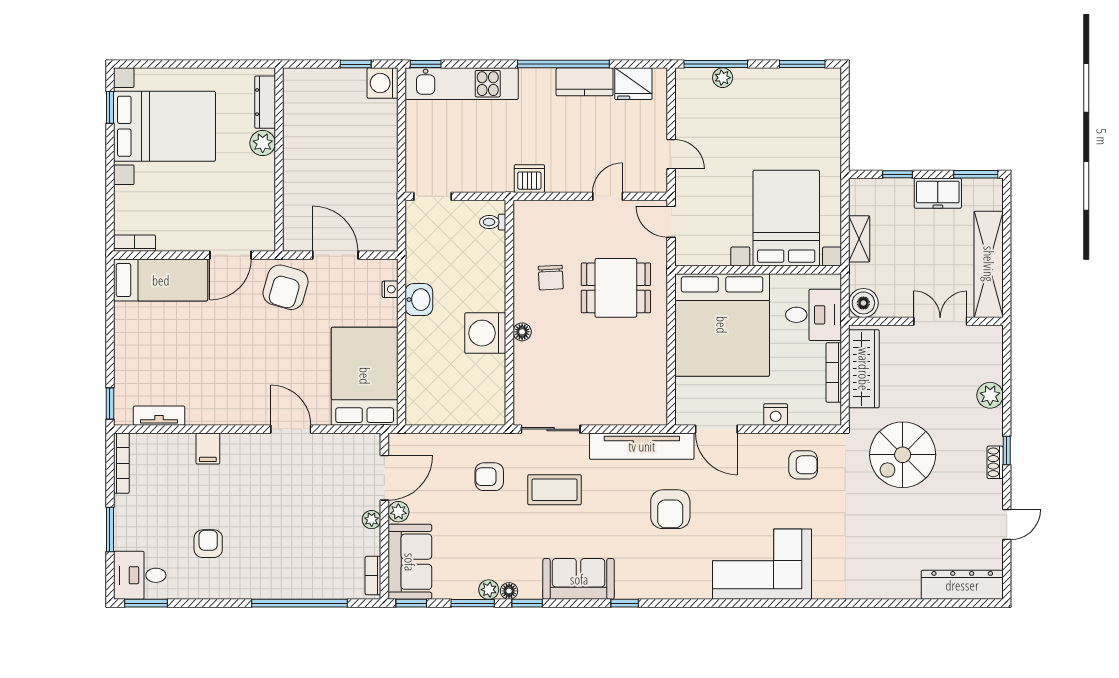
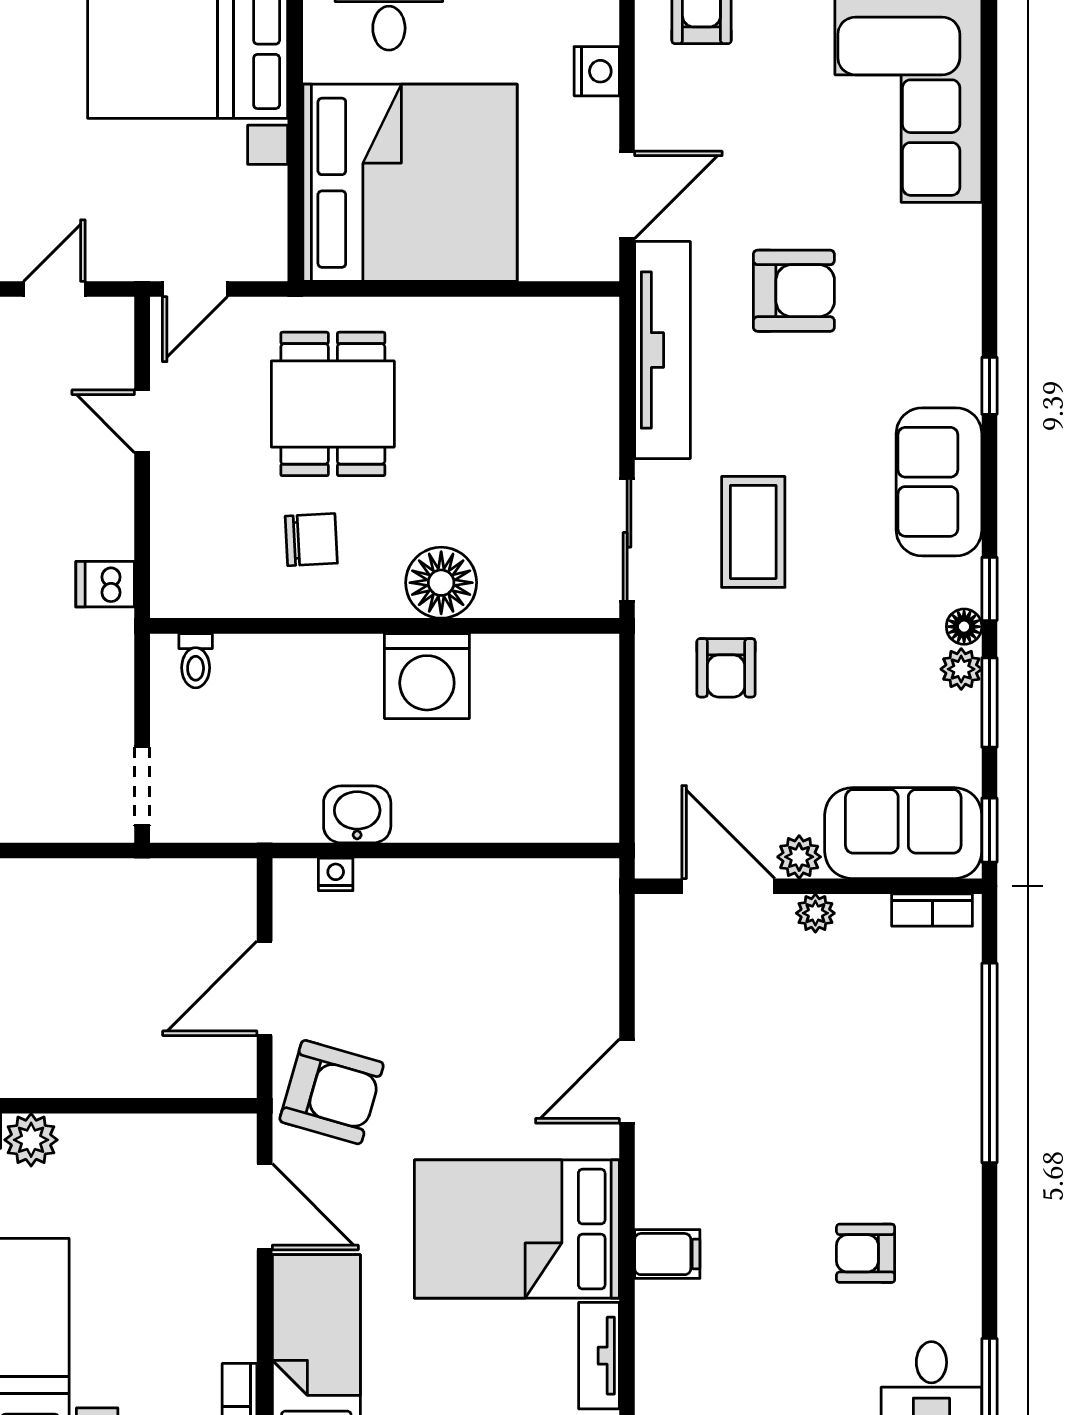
dishwasher: (529, 179) -> (105, 584), width x0.73
floor lamp: (522, 332) -> (441, 583), width x1.89, depth x1.89
bed: (365, 376) -> (517, 1229), moved

